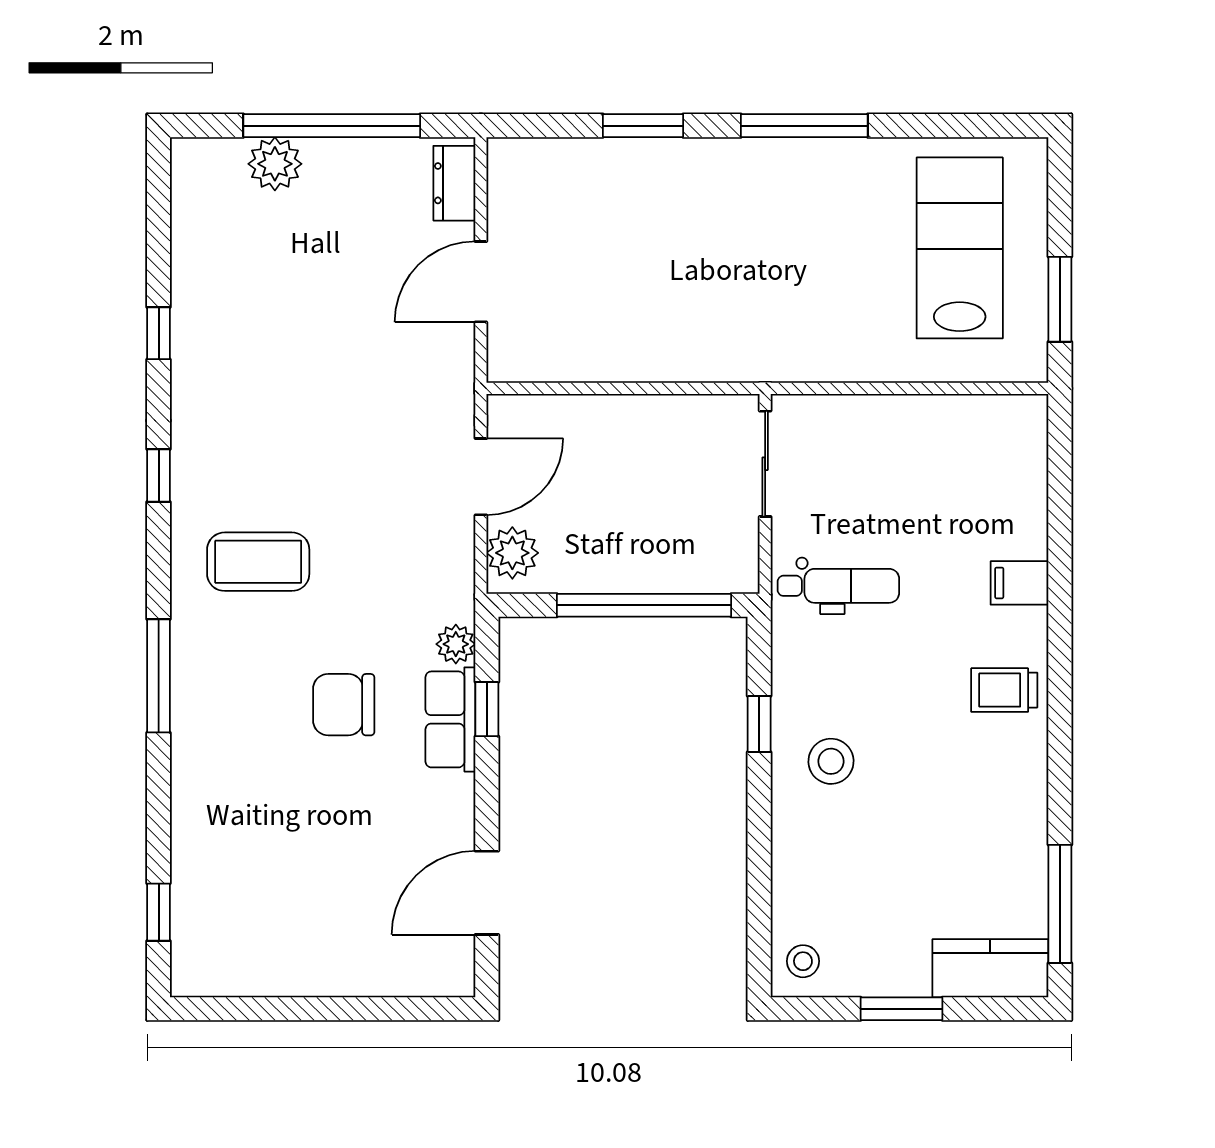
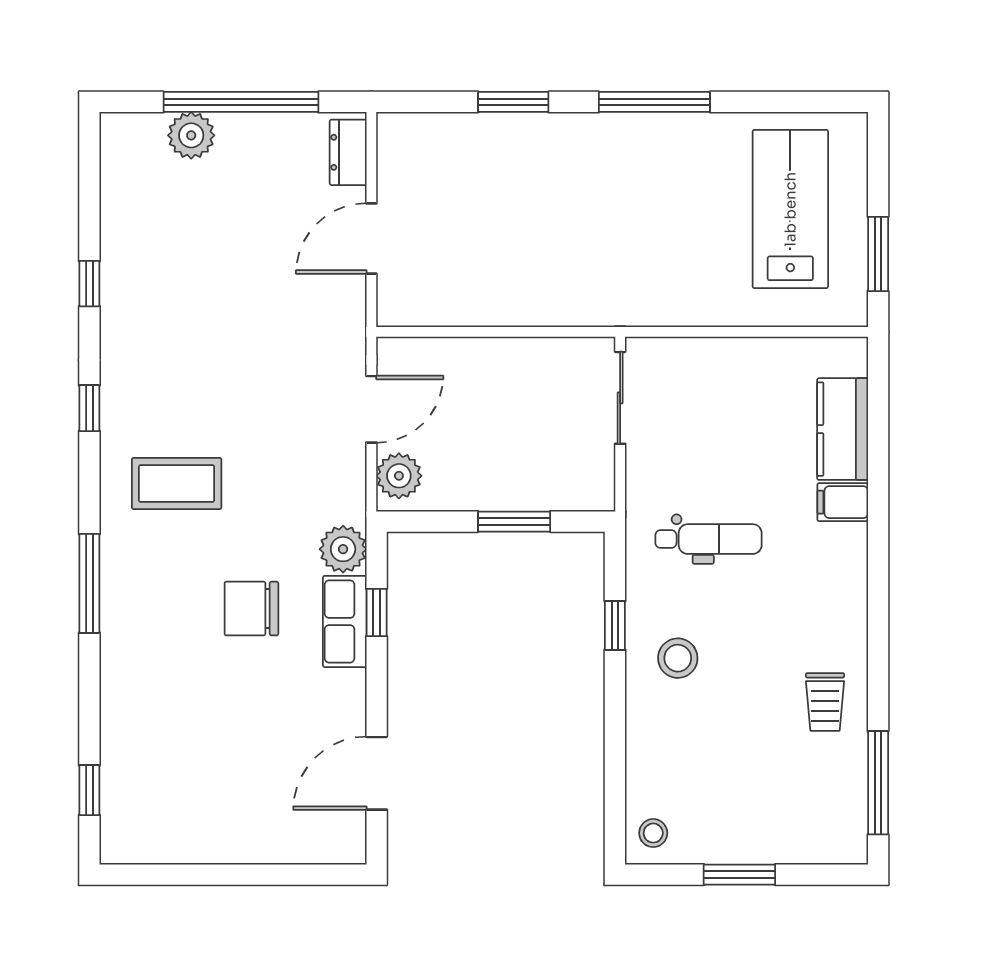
dental chair: (838, 586) -> (708, 539), moved
window: (644, 605) -> (514, 522), width x0.47
plant: (456, 644) -> (343, 549), width x1.38, depth x1.38
trolley: (1004, 690) -> (825, 702), moved, turned -90
kitchen counter: (990, 968) -> (843, 429), moved, turned -90

